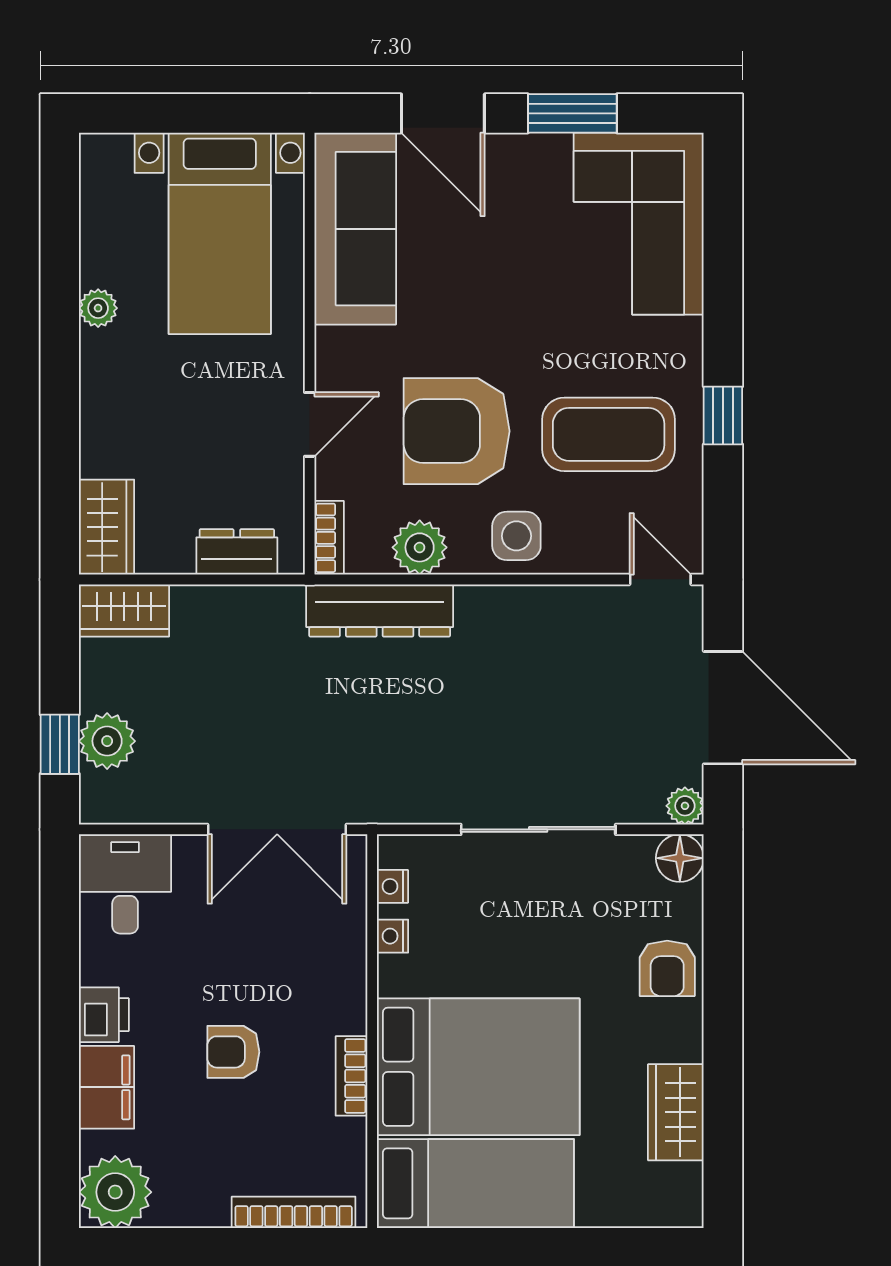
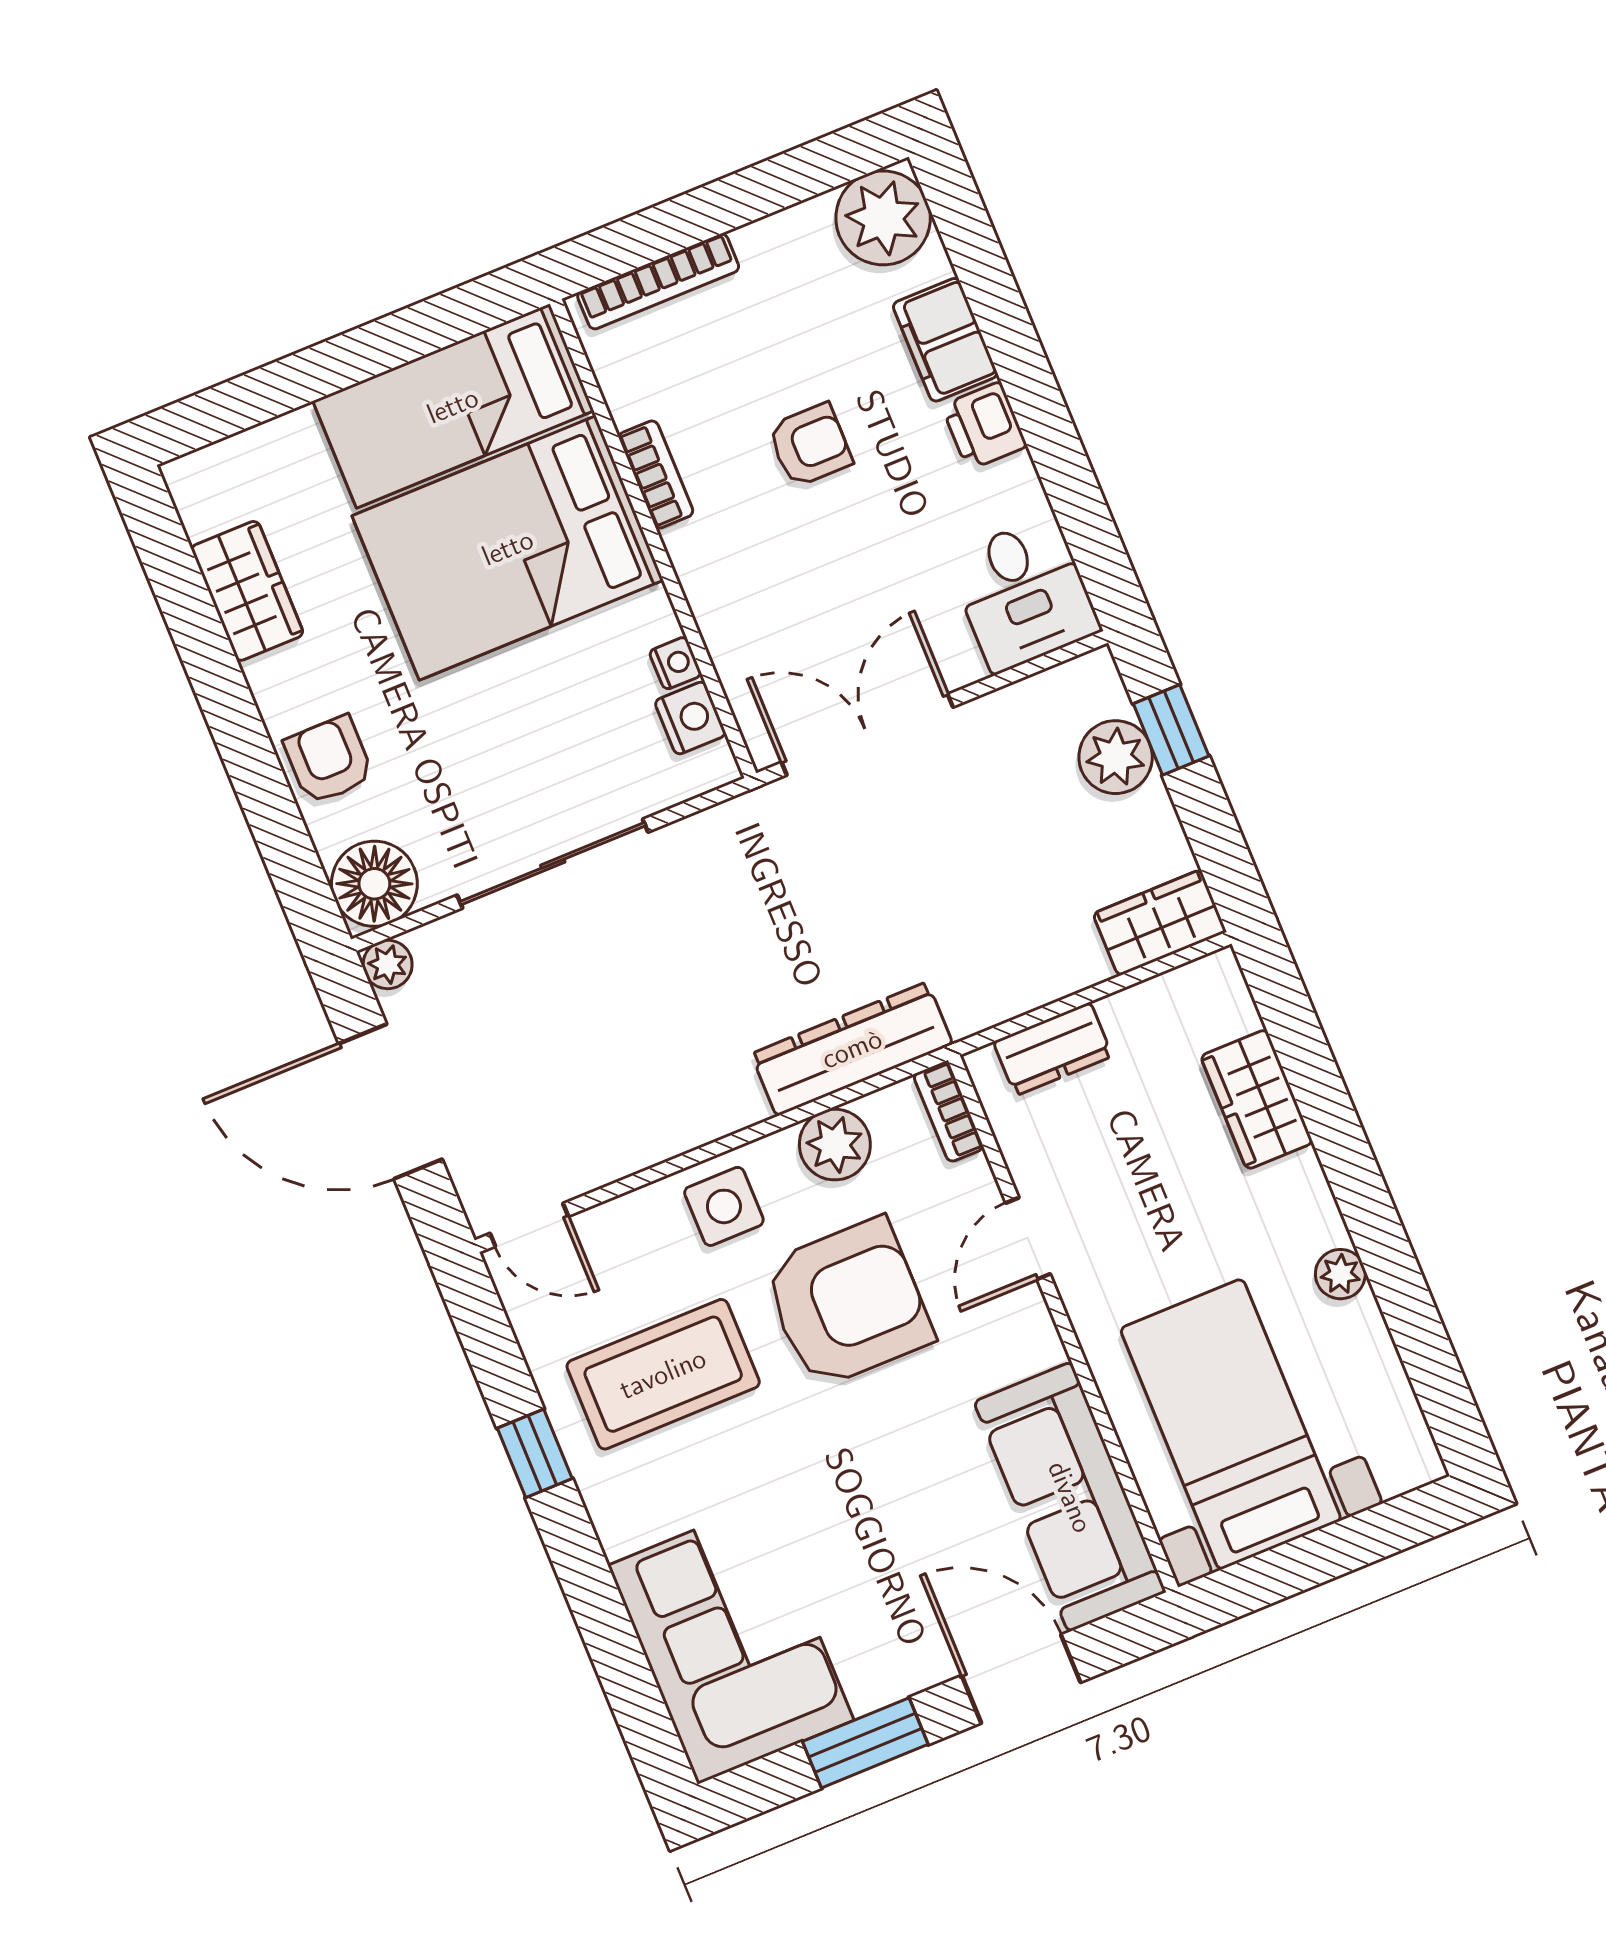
wardrobe: (107, 527) -> (1257, 1099), moved
floor lamp: (680, 858) -> (374, 884), width x1.38, depth x1.38
nightstand: (392, 886) -> (690, 718), width x1.39, depth x1.35

